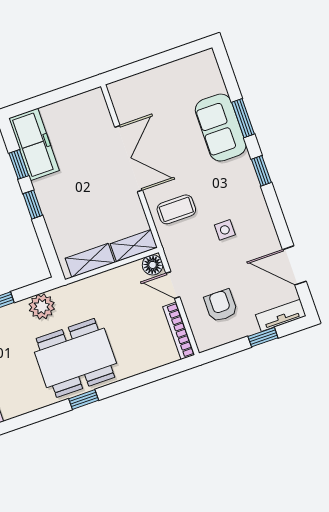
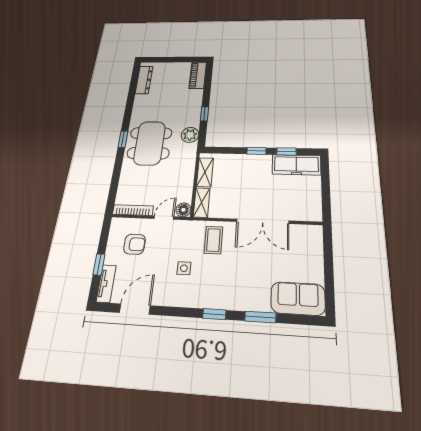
sofa: (221, 128) -> (298, 299), moved

